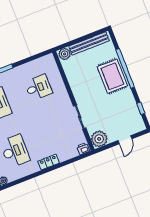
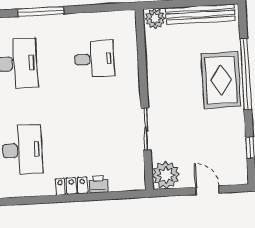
door: (125, 140) -> (208, 190), swing flipped
printer: (83, 149) -> (98, 185), moved

